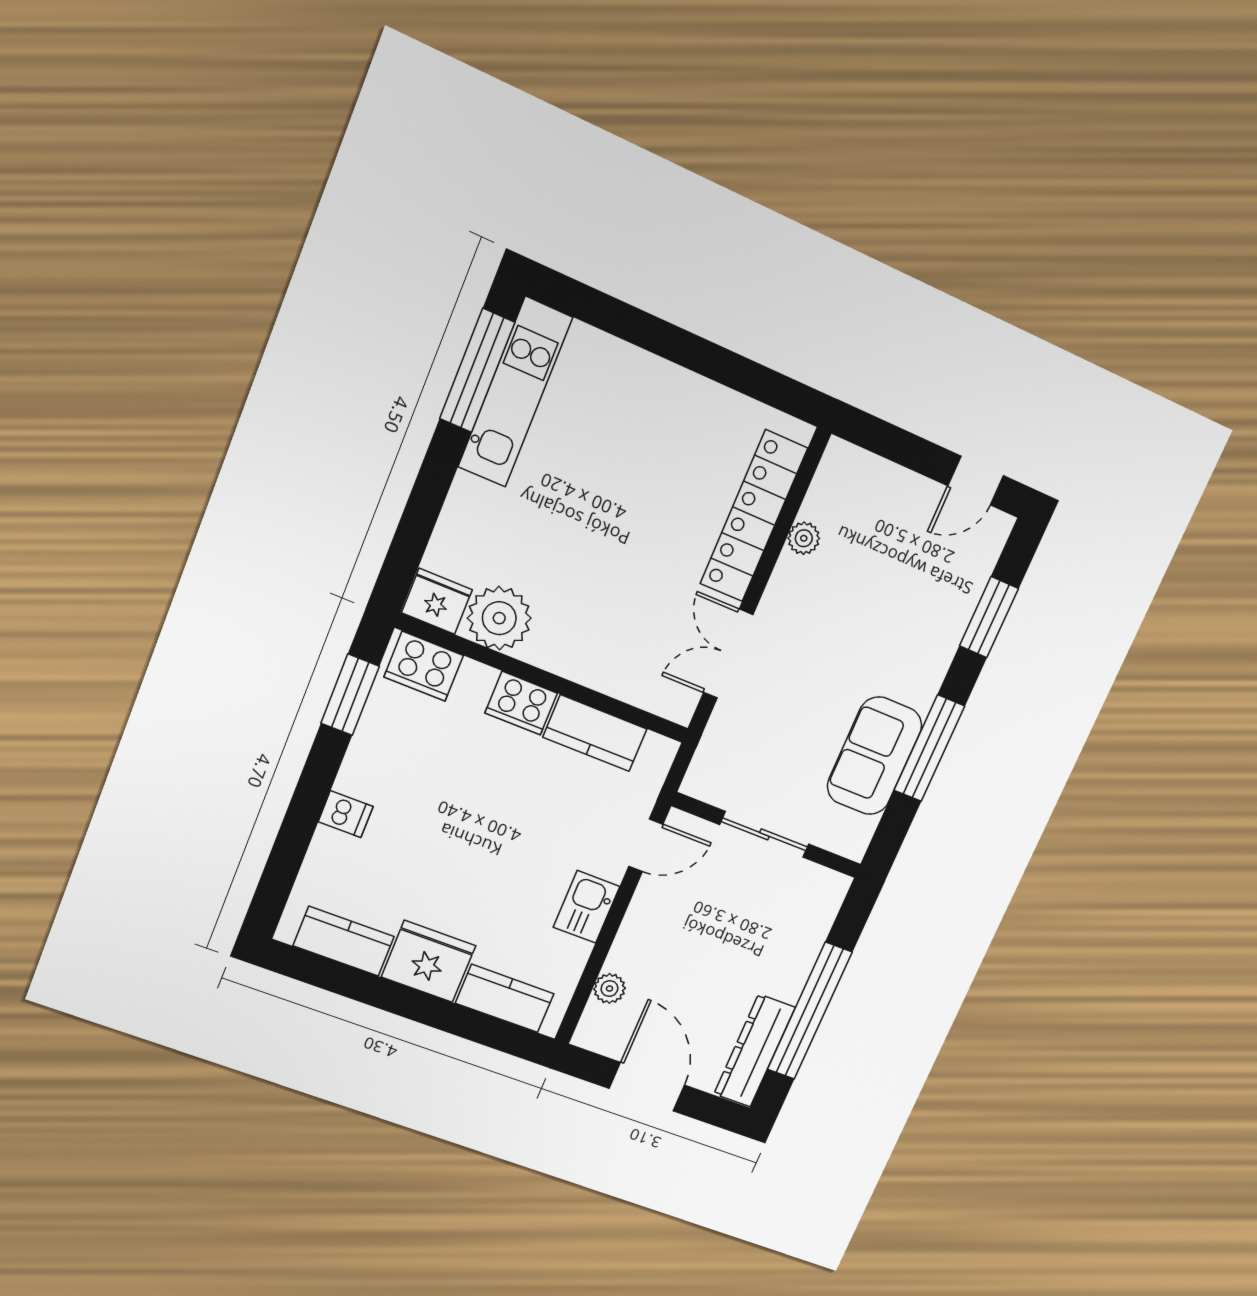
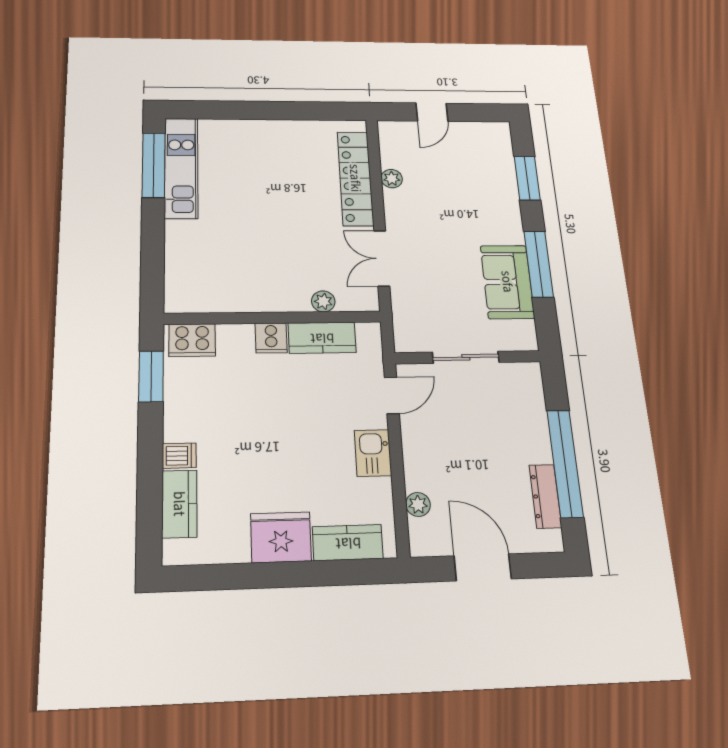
door: (976, 481) -> (432, 112), moved
fridge: (437, 601) -> (184, 298), removed
plant: (499, 618) -> (323, 301), moved, width x0.53, depth x0.53
cooker: (521, 703) -> (271, 338), width x0.73
kitchen counter: (344, 941) -> (179, 504), moved, turned 90
dresser: (754, 1051) -> (545, 496), width x0.73, depth x0.80

